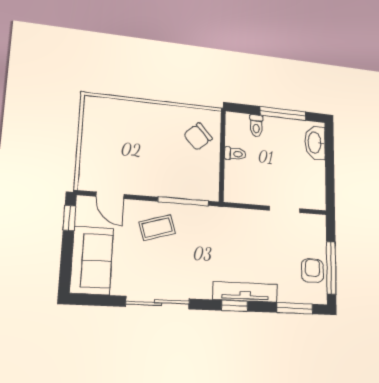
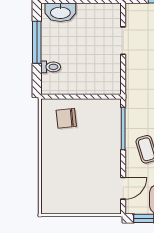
chair: (198, 137) -> (66, 118), turned 126
toilet: (235, 154) -> (78, 86), removed

